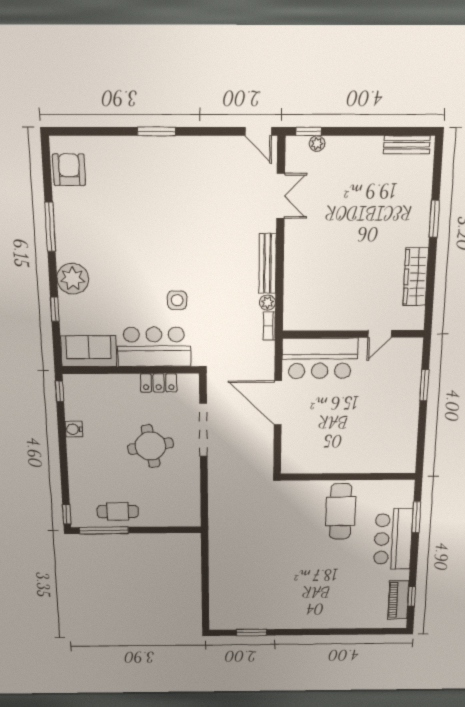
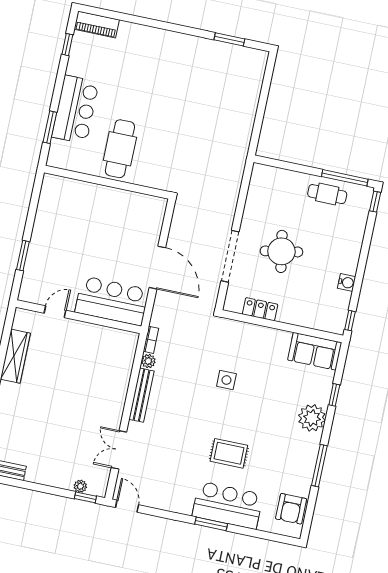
rug: (155, 219) -> (229, 453), added
bar counter: (154, 347) -> (228, 505), moved, turned 180
piano: (398, 600) -> (97, 25), moved, turned 90

